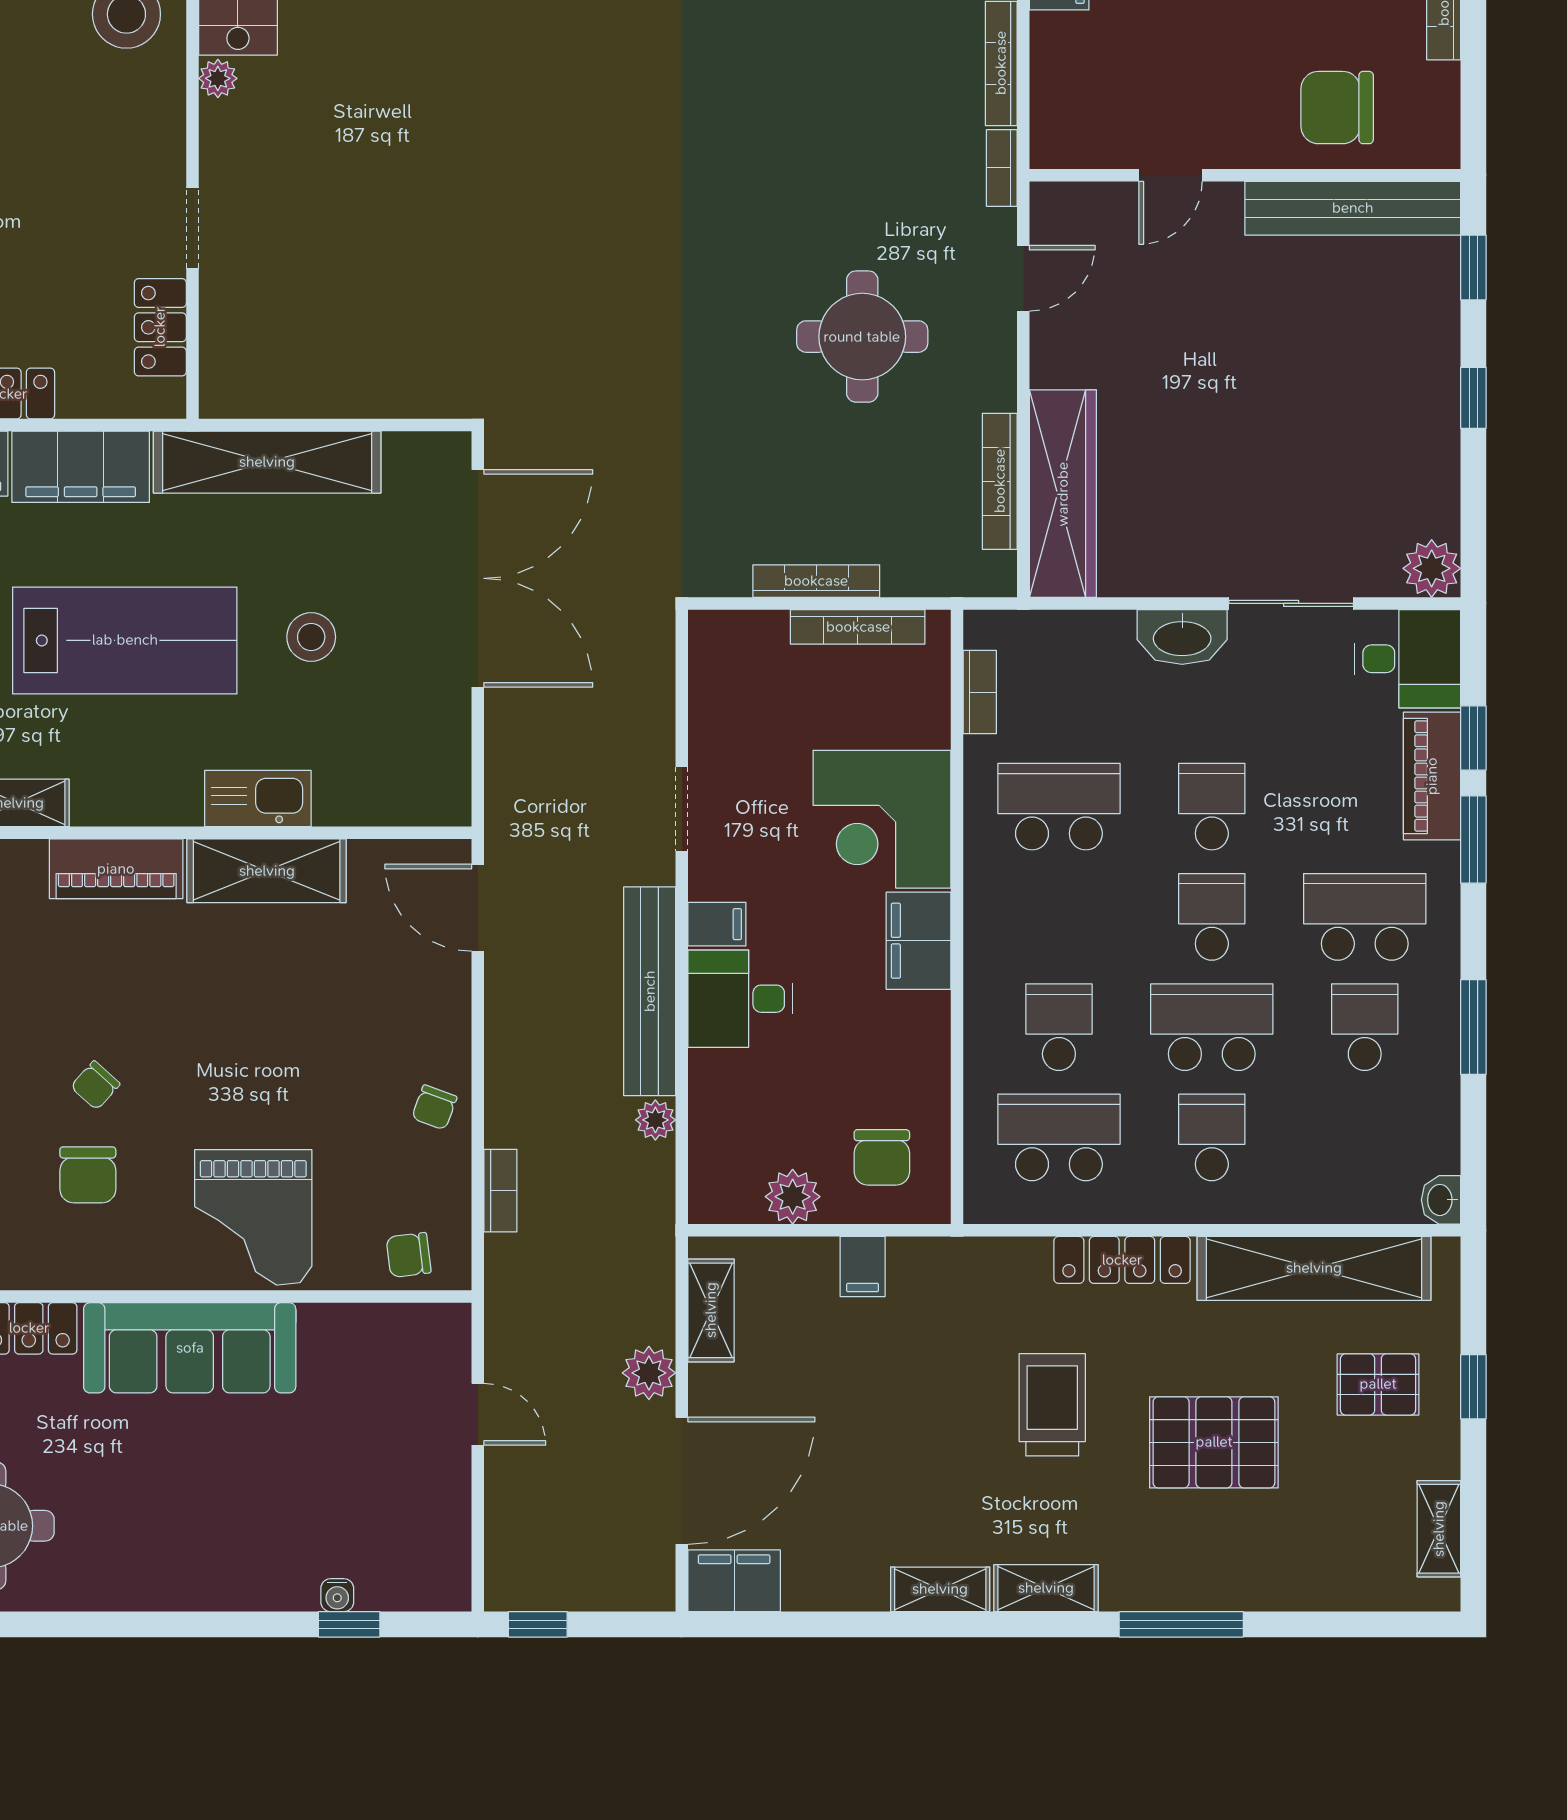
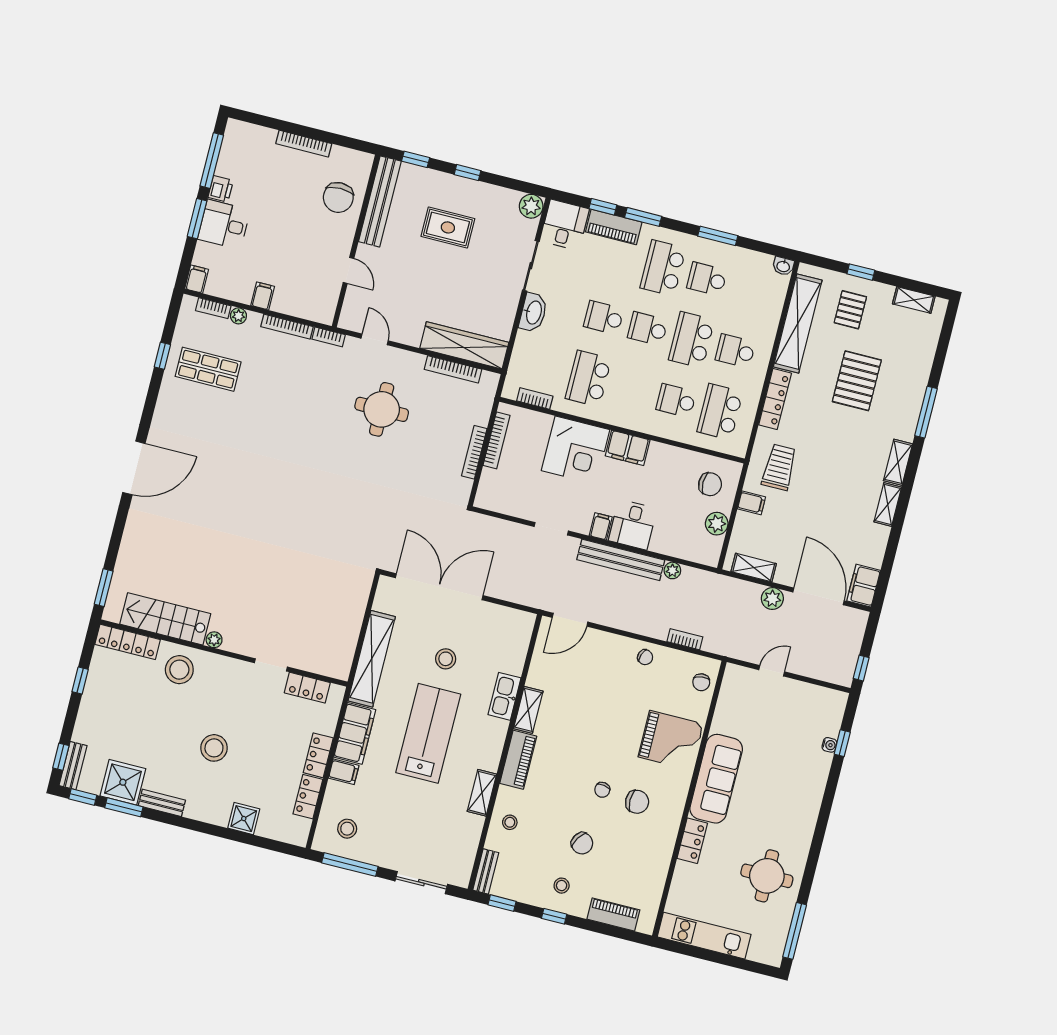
rug: (1332, 384) -> (448, 227), added
shelving: (267, 871) -> (528, 710), width x0.67, depth x0.75
chair: (95, 1085) -> (602, 790), turned 57
trolley: (1052, 1405) -> (779, 467), moved, turned 90

